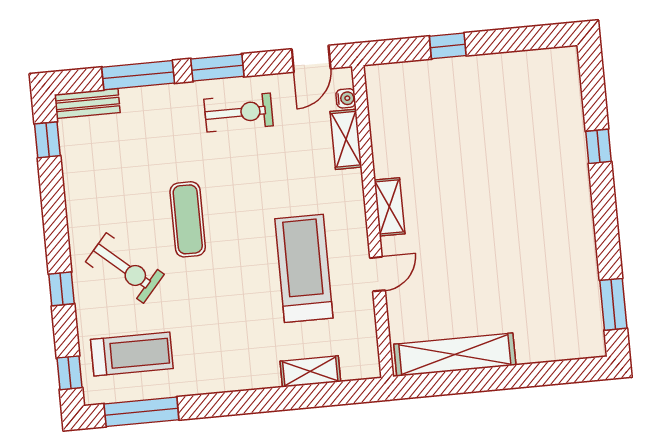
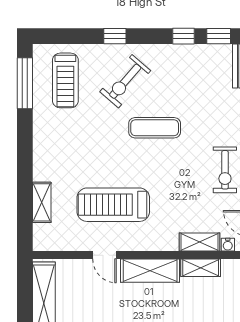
shelving: (383, 134) -> (201, 268), added
shelving: (389, 207) -> (150, 271), width x1.50, depth x1.33
treadmill: (304, 268) -> (113, 205), turned 180
window: (69, 373) -> (184, 36), moved

